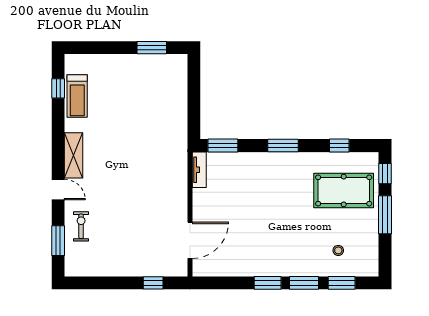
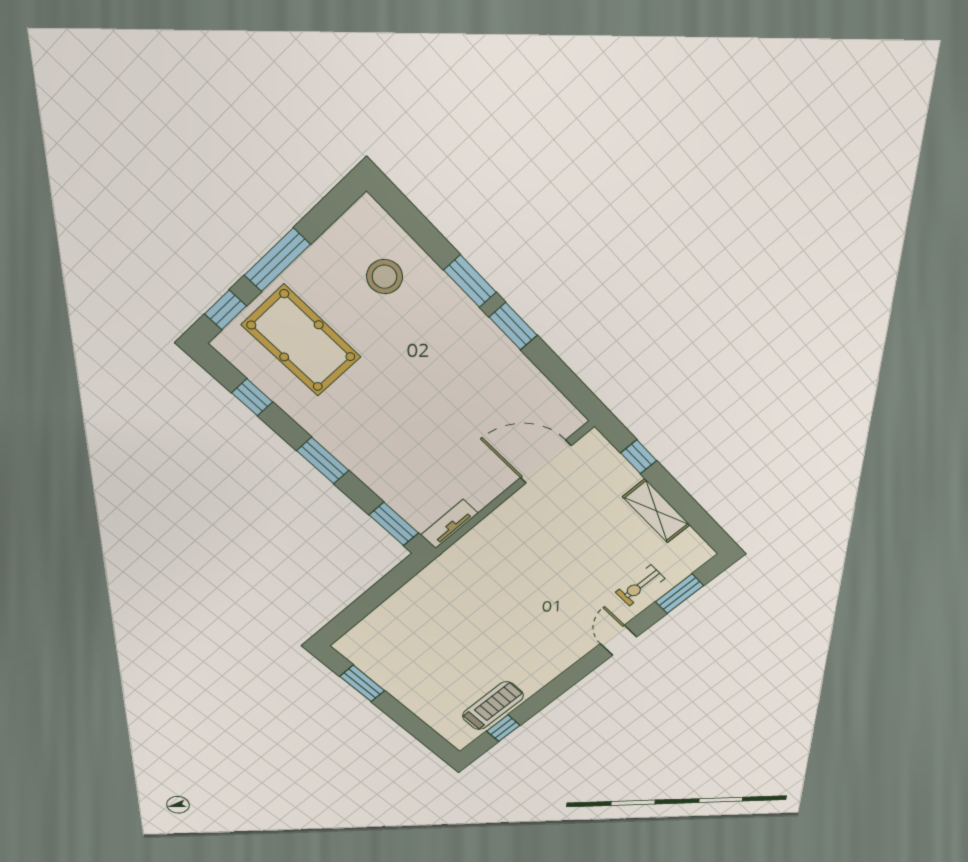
shelving: (74, 155) -> (656, 511), moved, turned 90
stool: (338, 250) -> (385, 277), width x1.89, depth x1.89
window: (342, 283) -> (423, 232), removed

